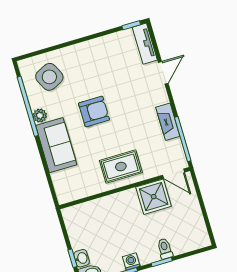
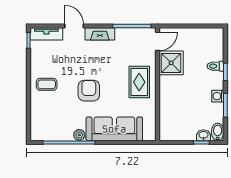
coffee table: (87, 61) -> (47, 84), added
side table: (49, 77) -> (51, 118), removed
fireplace: (168, 122) -> (100, 34), moved
sofa: (56, 145) -> (114, 129), width x1.36

